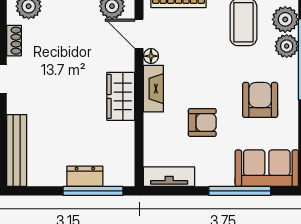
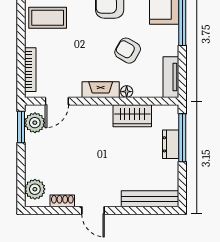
floor lamp: (151, 56) -> (127, 92), moved
wardrobe: (121, 96) -> (132, 116), moved
armchair: (202, 122) -> (128, 51), turned -60

